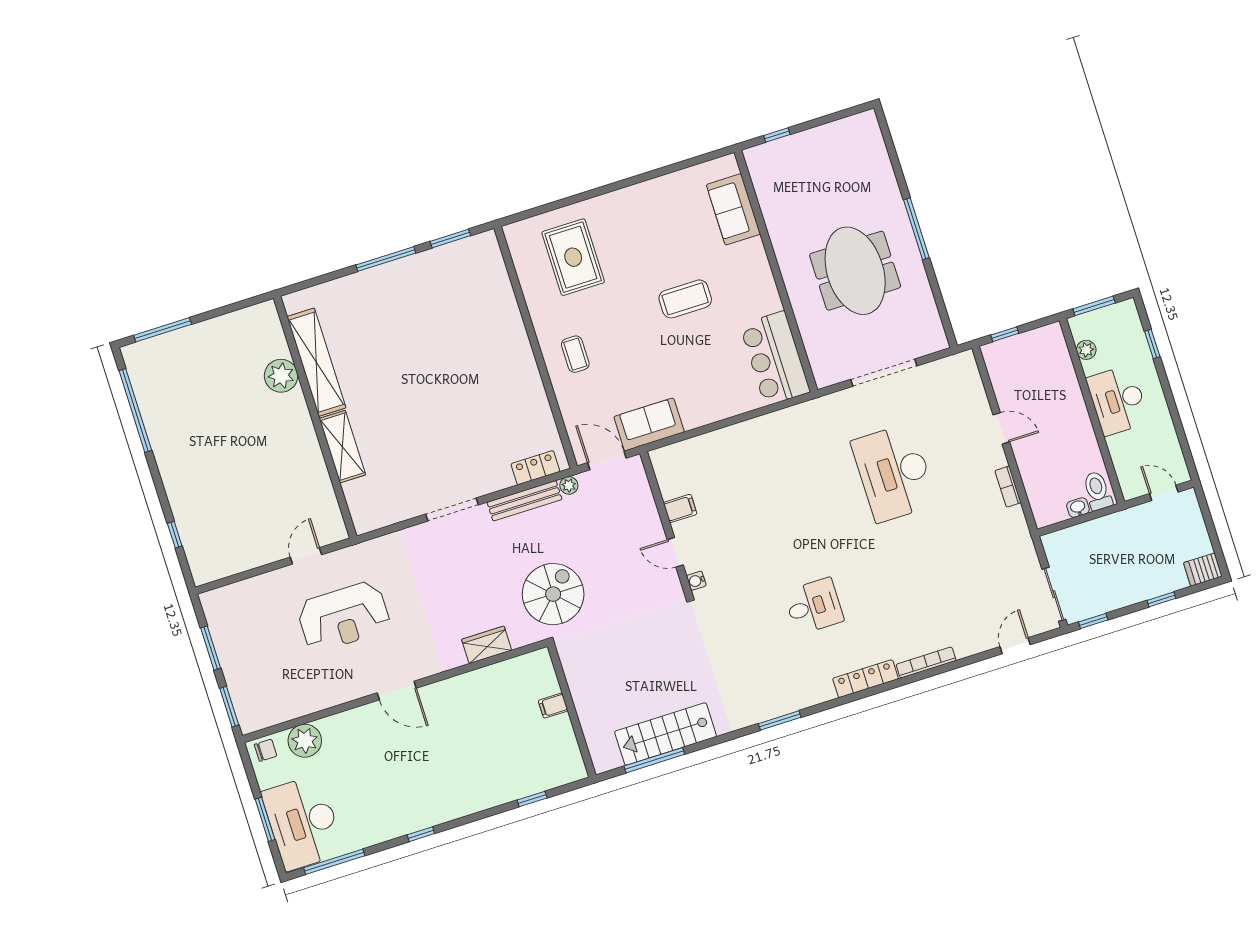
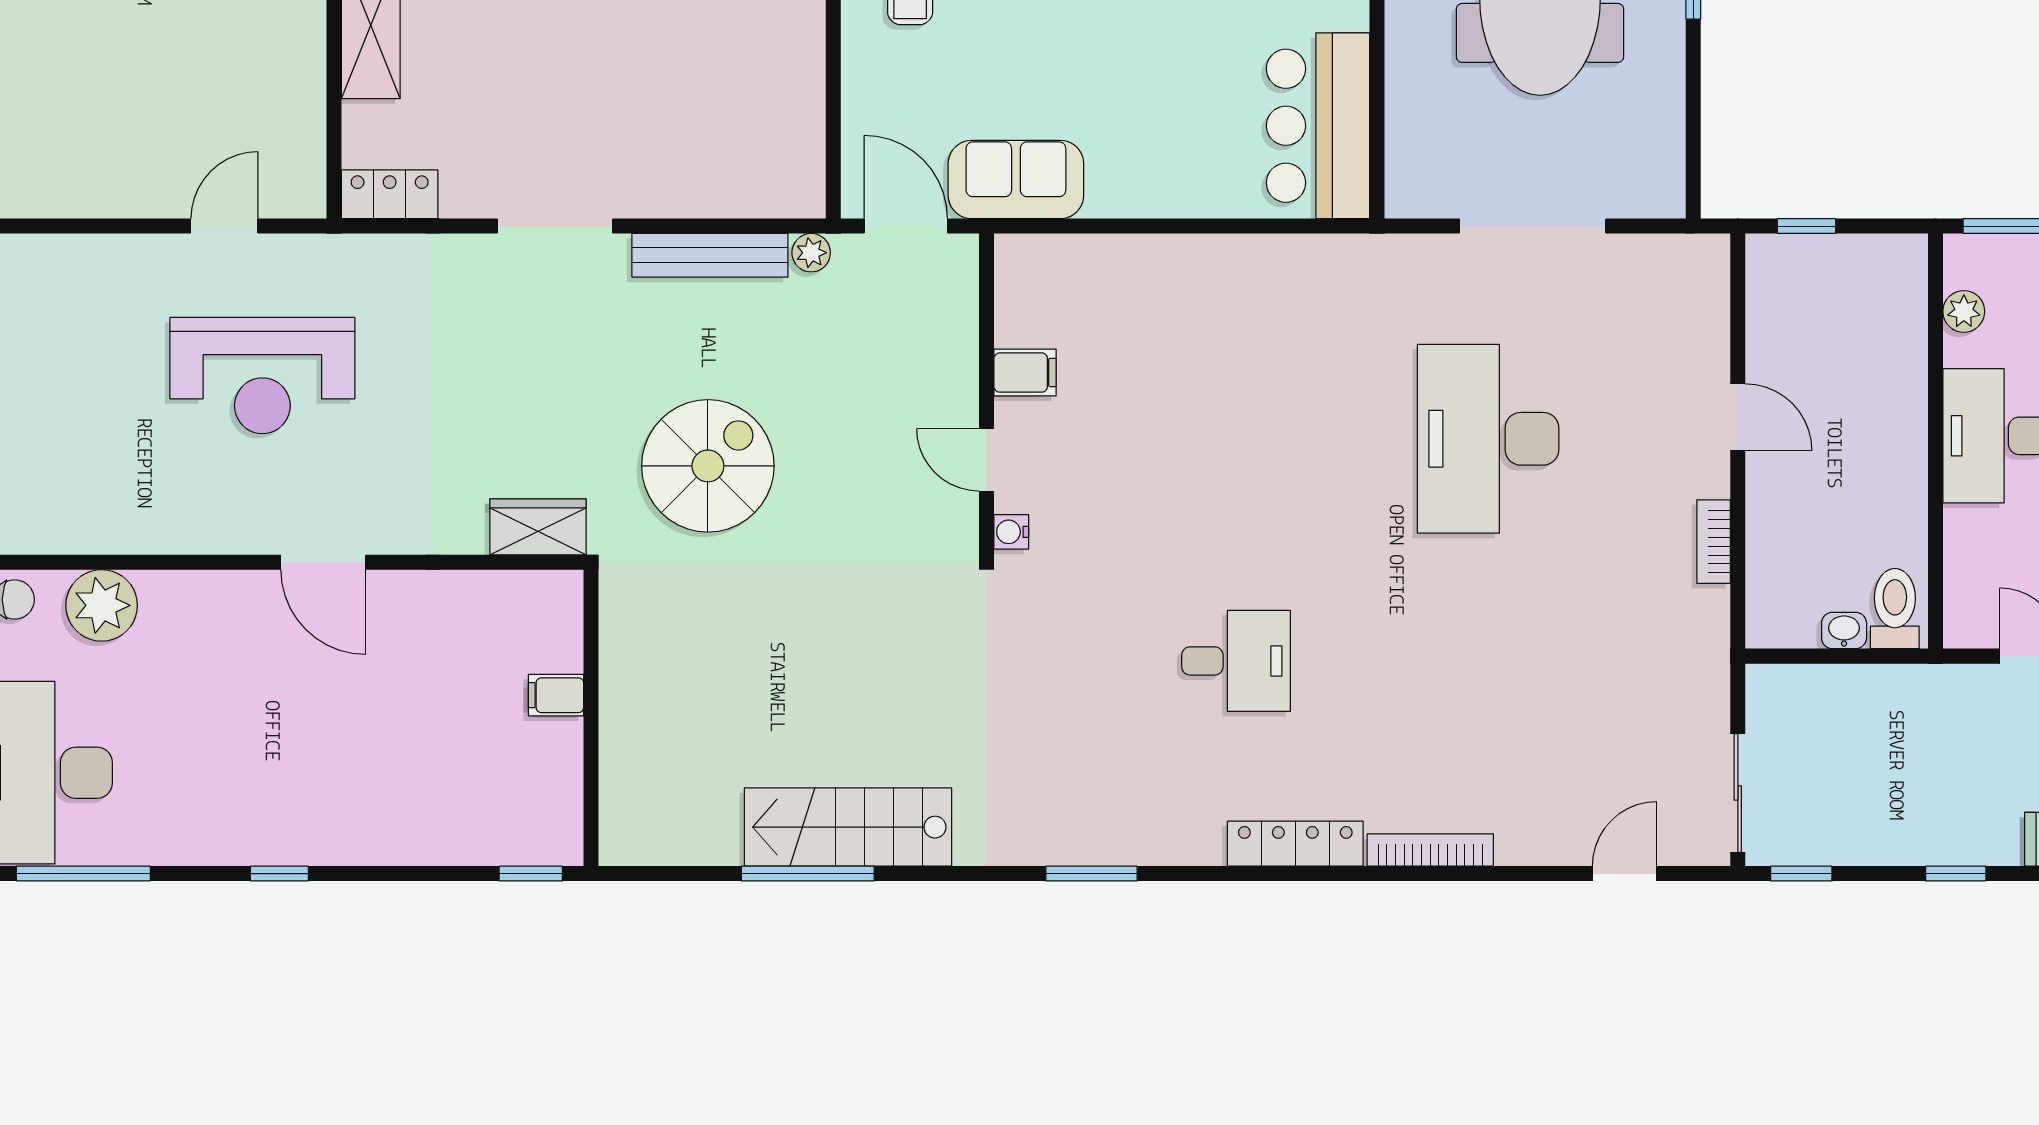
locker: (535, 468) -> (390, 194), moved
filing cabinet: (553, 706) -> (556, 695), moved
wall: (572, 711) -> (591, 718), moved

